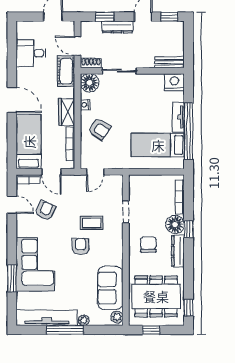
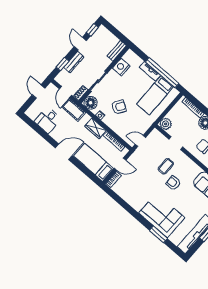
door: (77, 46) -> (65, 92), hinge flipped
nightstand: (174, 82) -> (121, 67), moved
armchair: (99, 129) -> (119, 107), moved
door: (95, 172) -> (140, 141), swing flipped
plant: (137, 183) -> (166, 124), added
door: (12, 205) -> (119, 200), removed
armchair: (45, 211) -> (138, 185), removed

